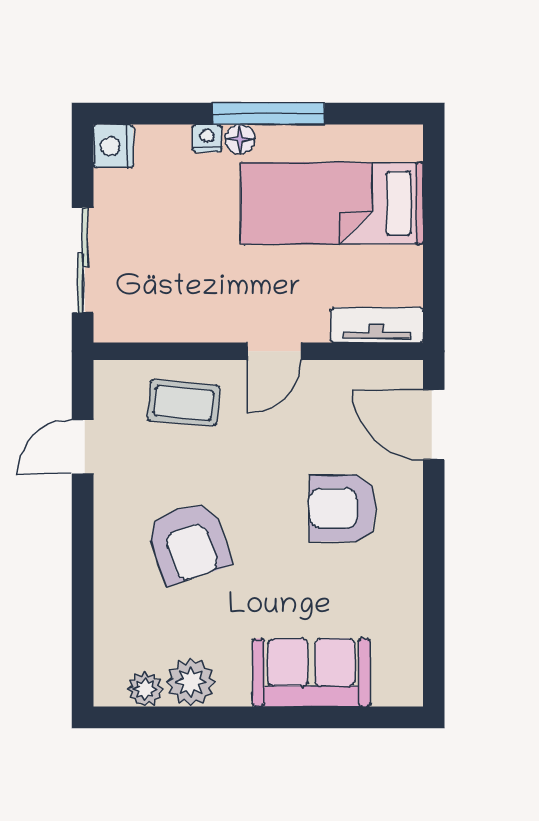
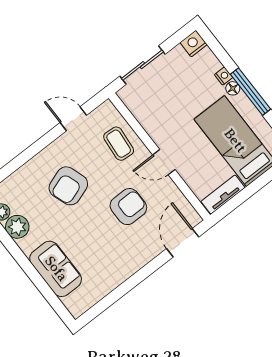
tv unit: (377, 325) -> (223, 194), moved, turned -90
armchair: (342, 508) -> (128, 207), moved, turned 90

